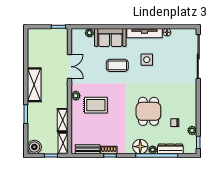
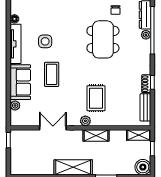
dining table: (148, 111) -> (103, 39), width x1.38
shelving: (63, 120) -> (96, 135), moved
floor lamp: (140, 147) -> (142, 49), removed

